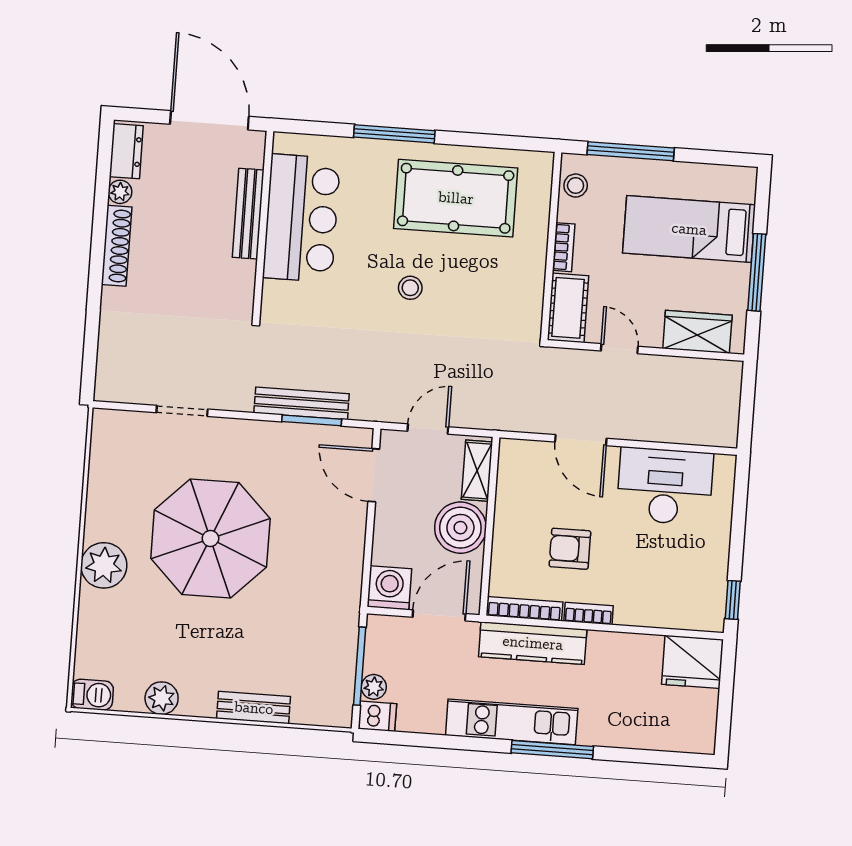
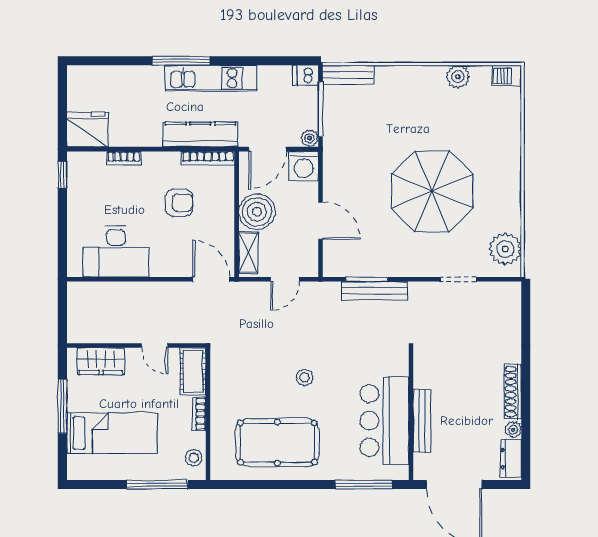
window: (394, 134) -> (364, 485), moved
door: (581, 440) -> (211, 279), moved
door: (374, 475) -> (321, 221), moved
plant: (104, 565) -> (505, 249), moved
bookcase: (589, 614) -> (124, 158), moved
plant: (374, 687) -> (310, 138), moved
bench: (254, 708) -> (348, 75), moved

